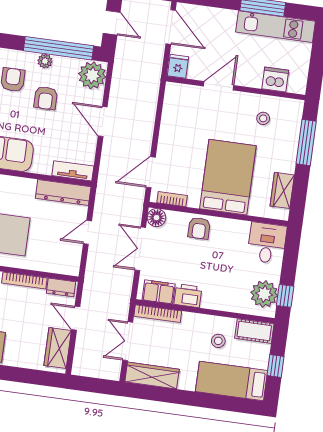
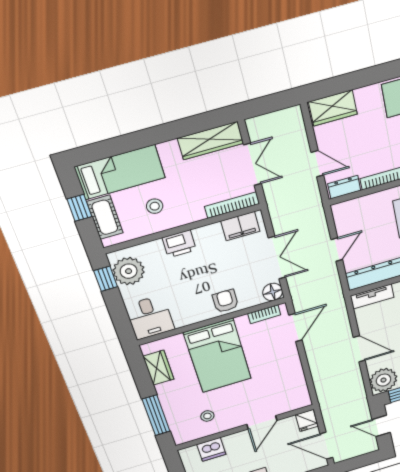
printer: (188, 296) -> (179, 244), moved
cot: (254, 331) -> (105, 217), moved, turned 90
wardrobe: (58, 348) -> (333, 108), moved, turned 90

